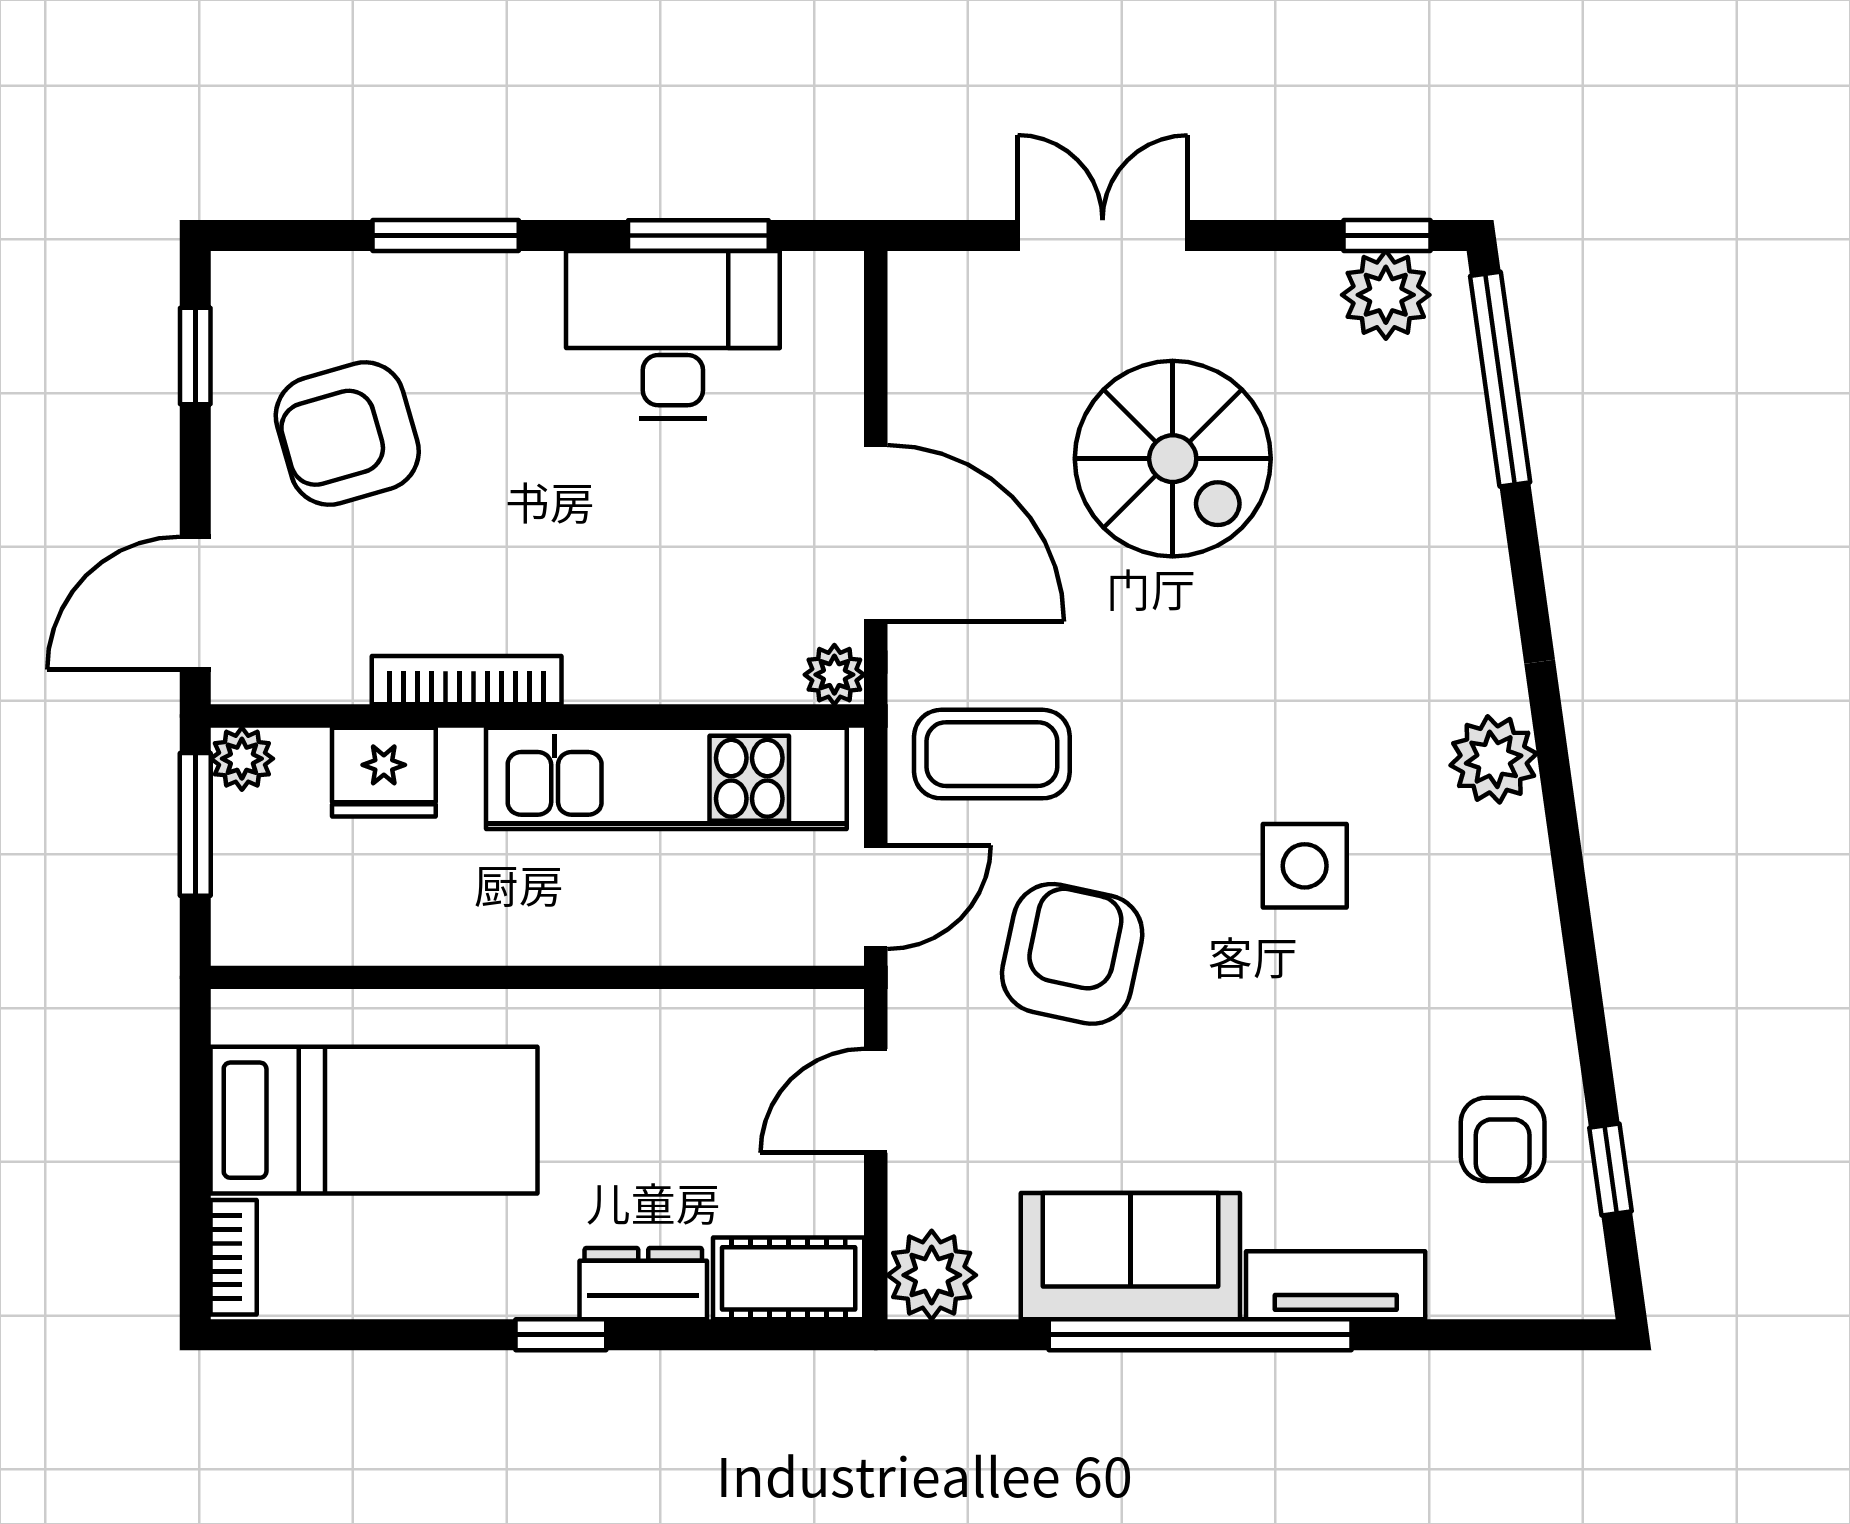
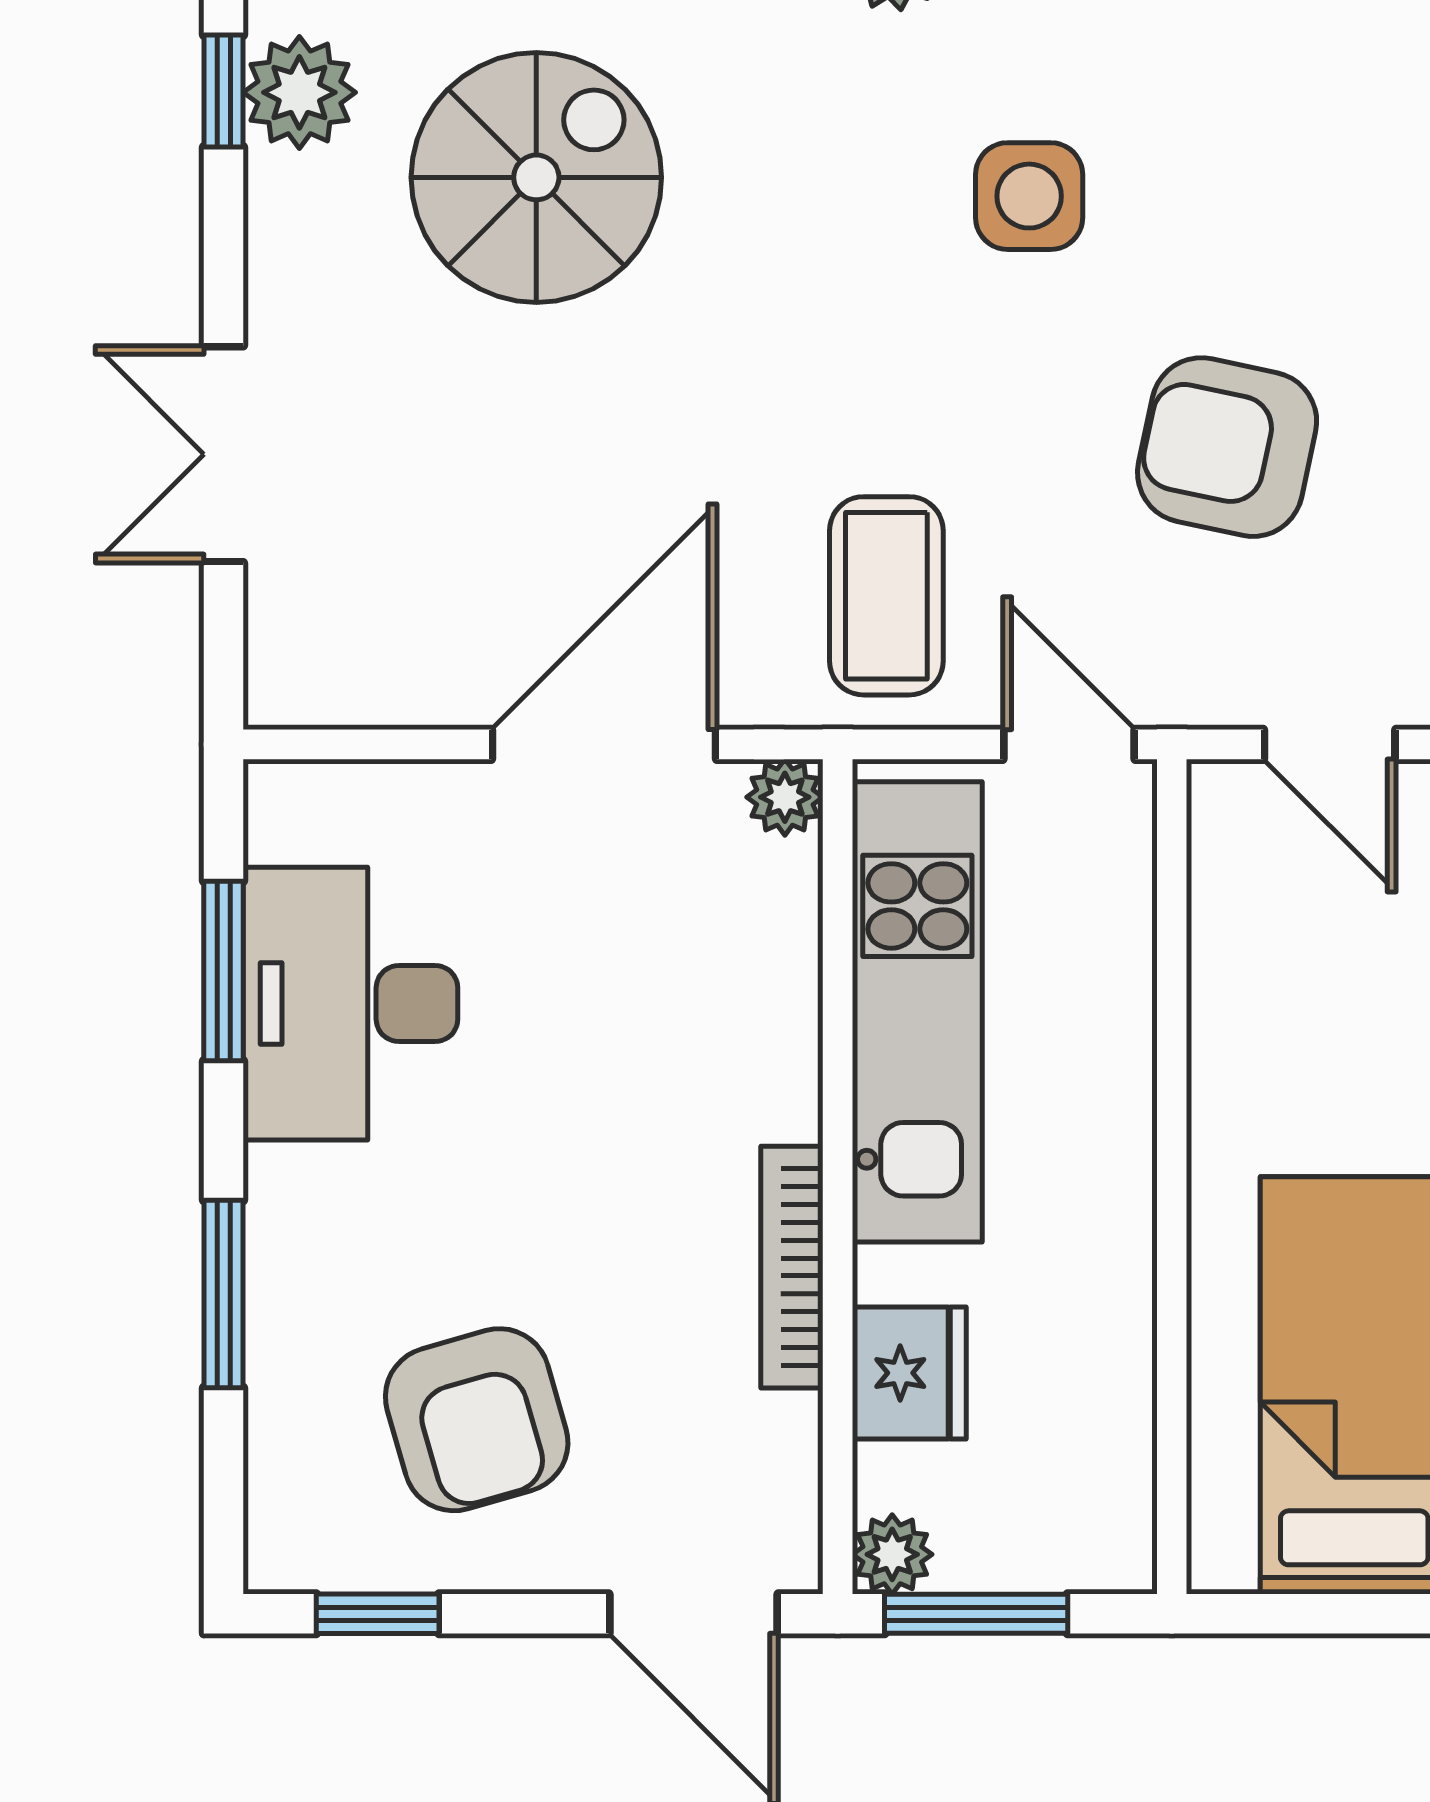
spiral stairs: (1173, 459) -> (536, 177), moved
armchair: (1072, 954) -> (1227, 447), moved

